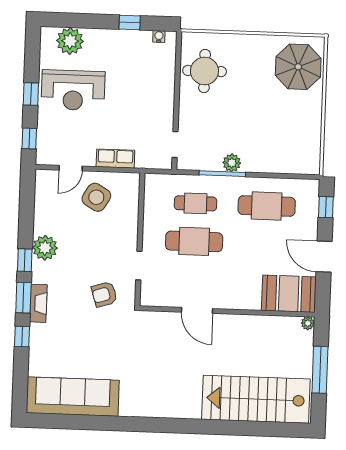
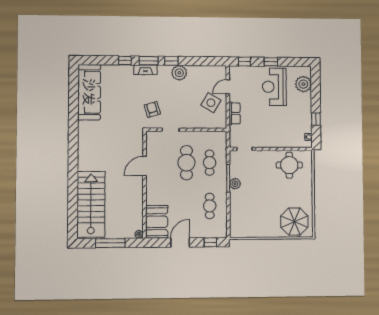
door: (71, 168) -> (228, 87), hinge flipped
cafe table: (267, 206) -> (210, 206), width x0.73, depth x0.74

